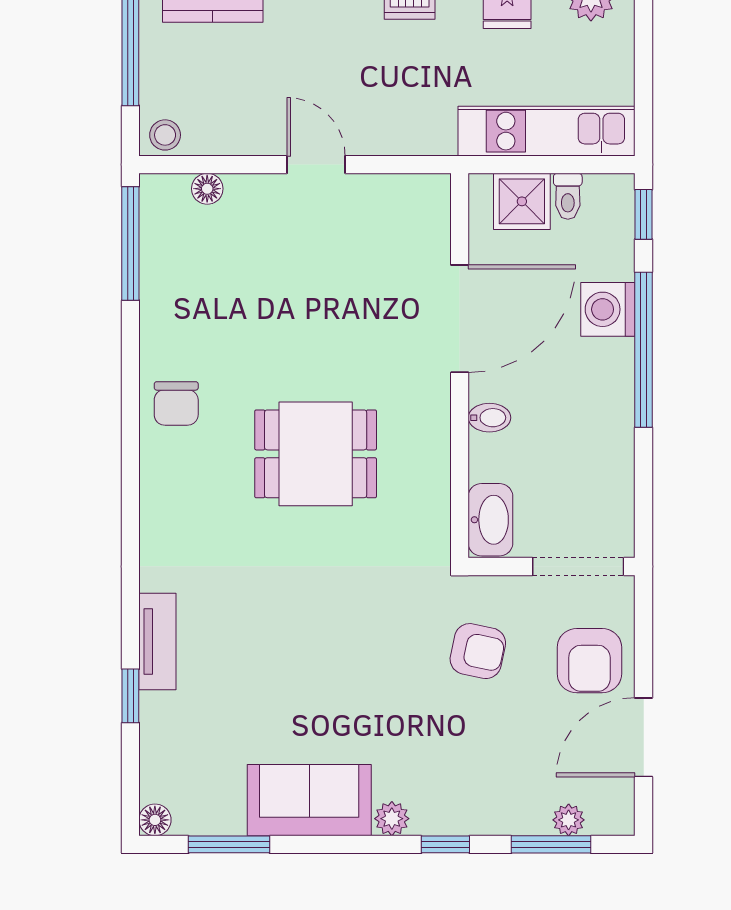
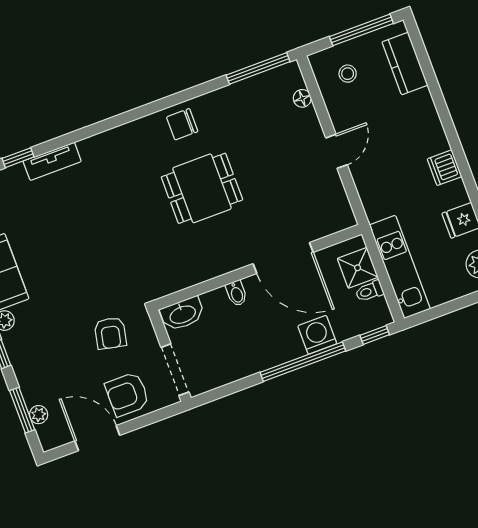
stool: (165, 135) -> (348, 74), moved
dining table: (316, 454) -> (202, 188), moved, turned 90

